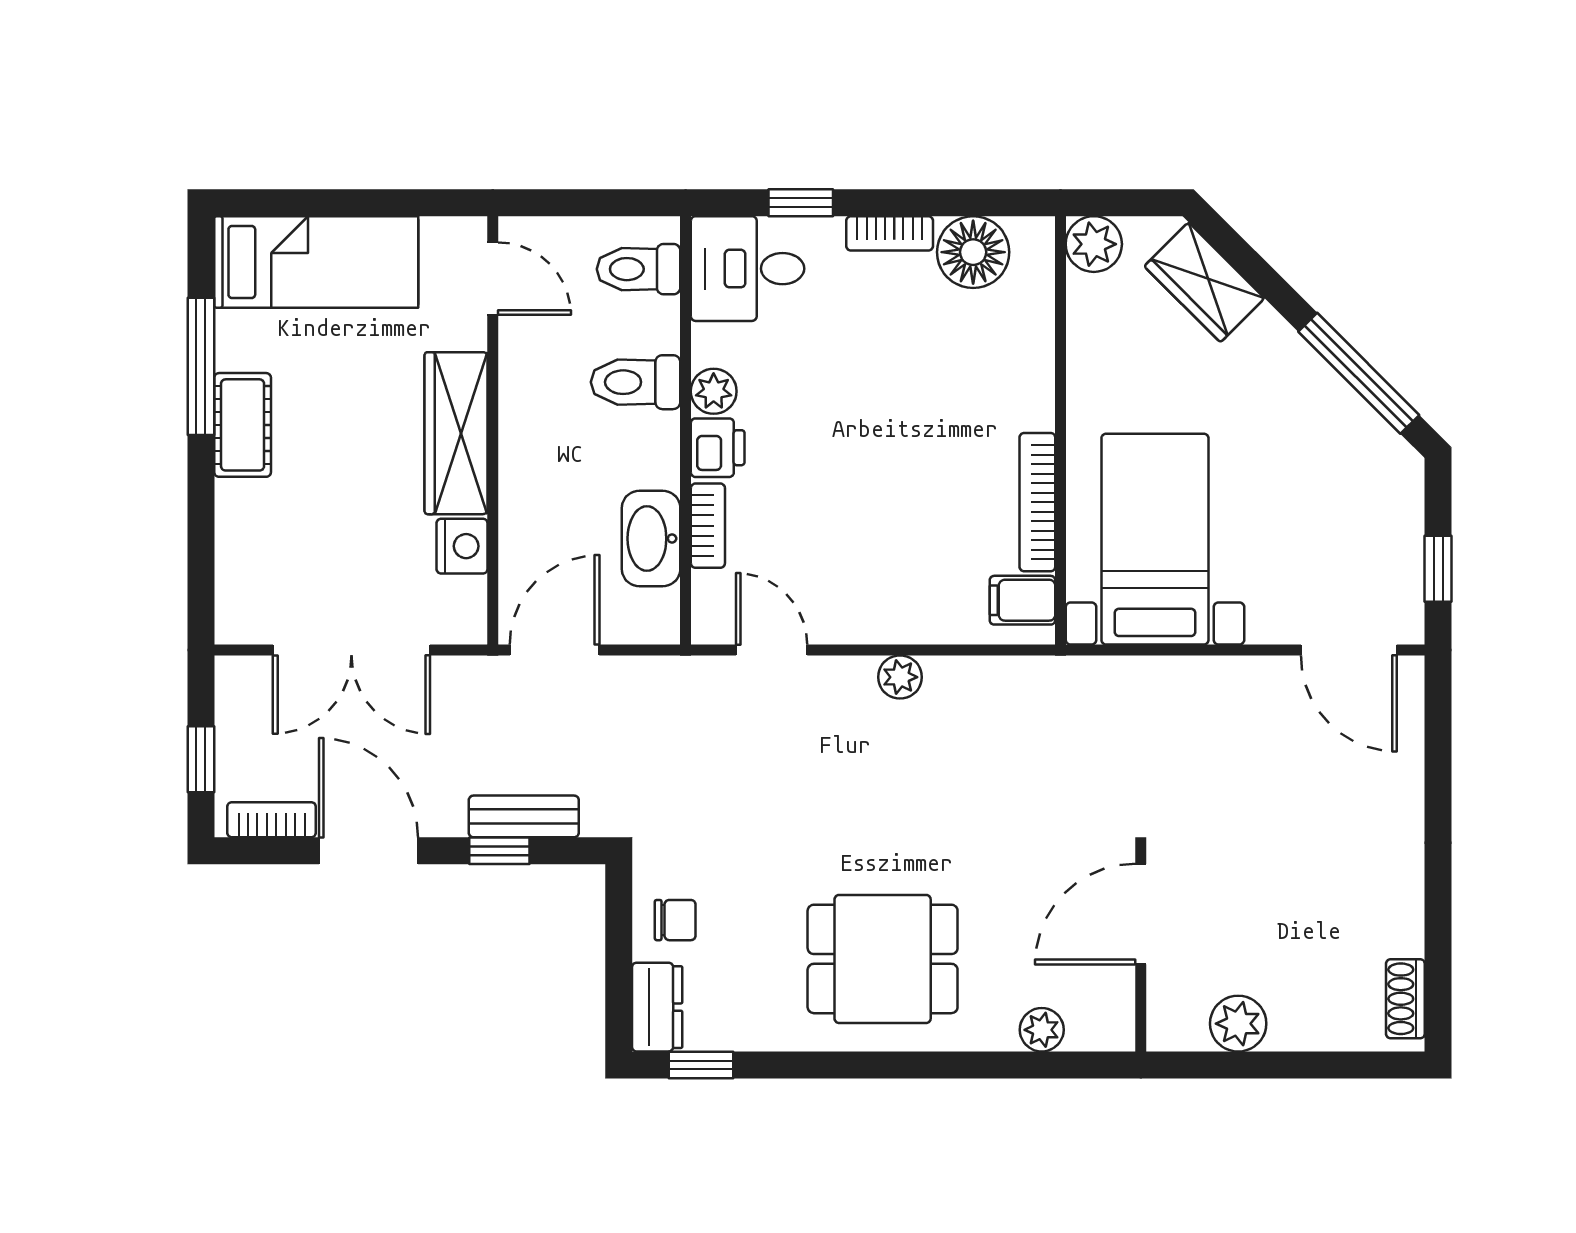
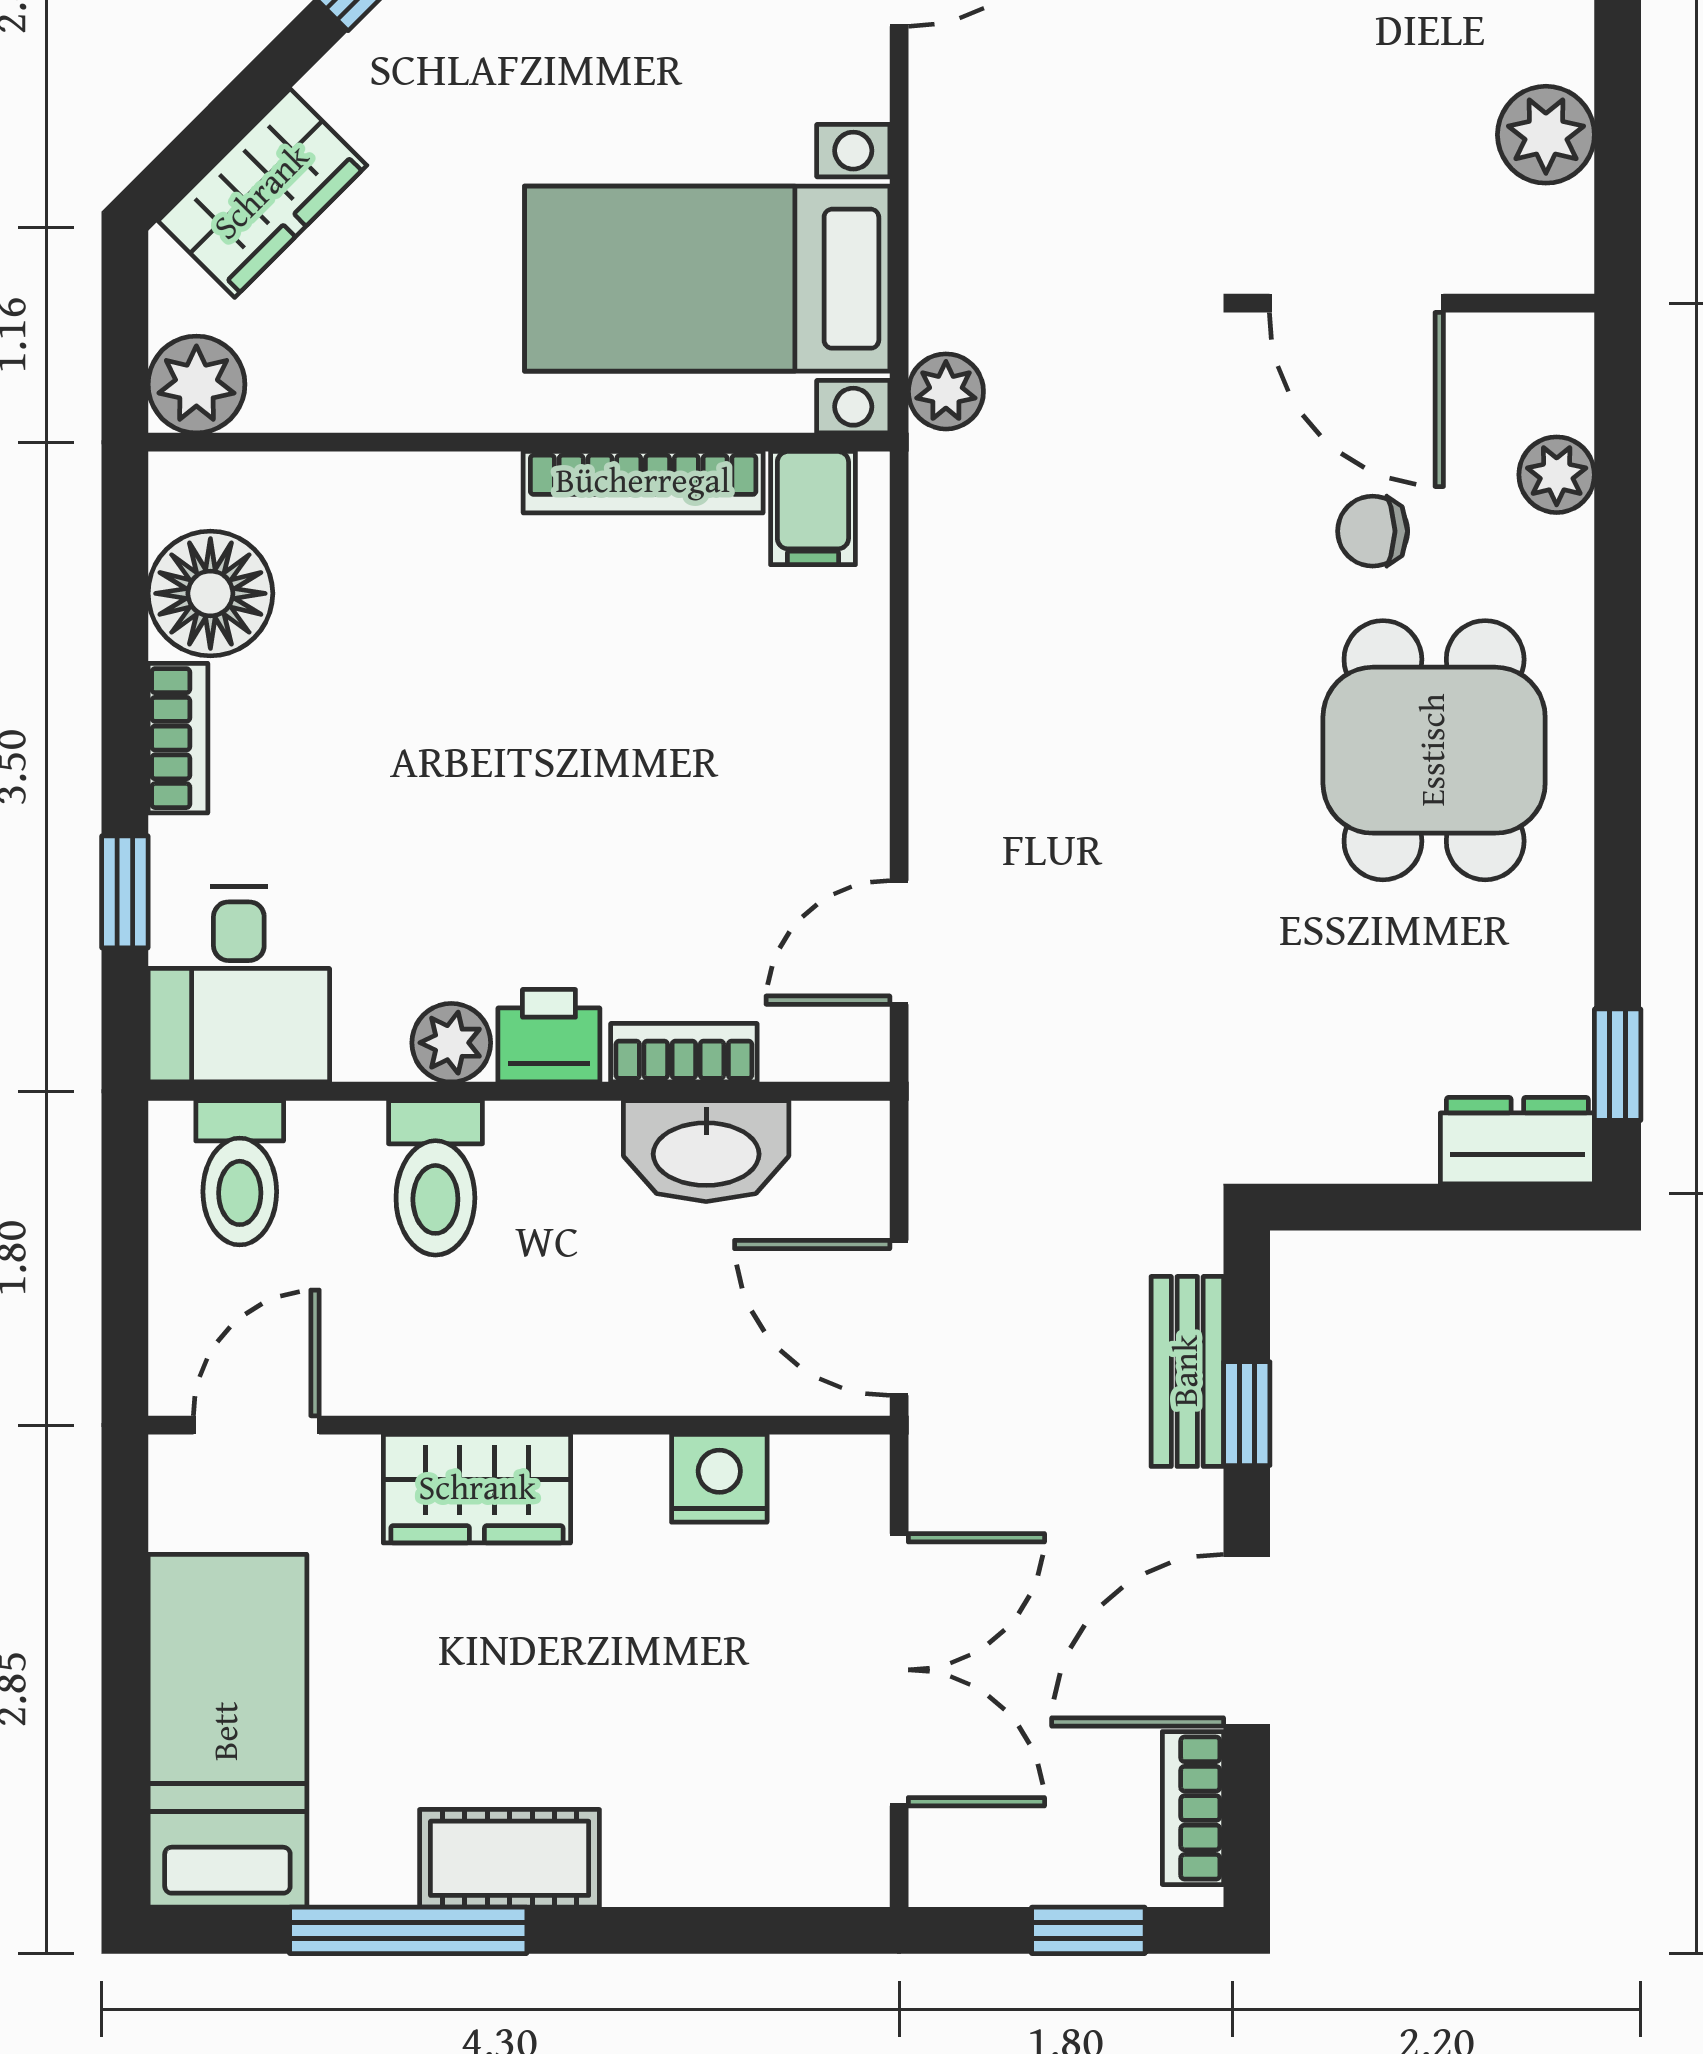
wardrobe: (456, 433) -> (477, 1489), width x0.67
plant: (900, 677) -> (946, 391), moved
chair: (675, 920) -> (1373, 531), moved, turned -90

